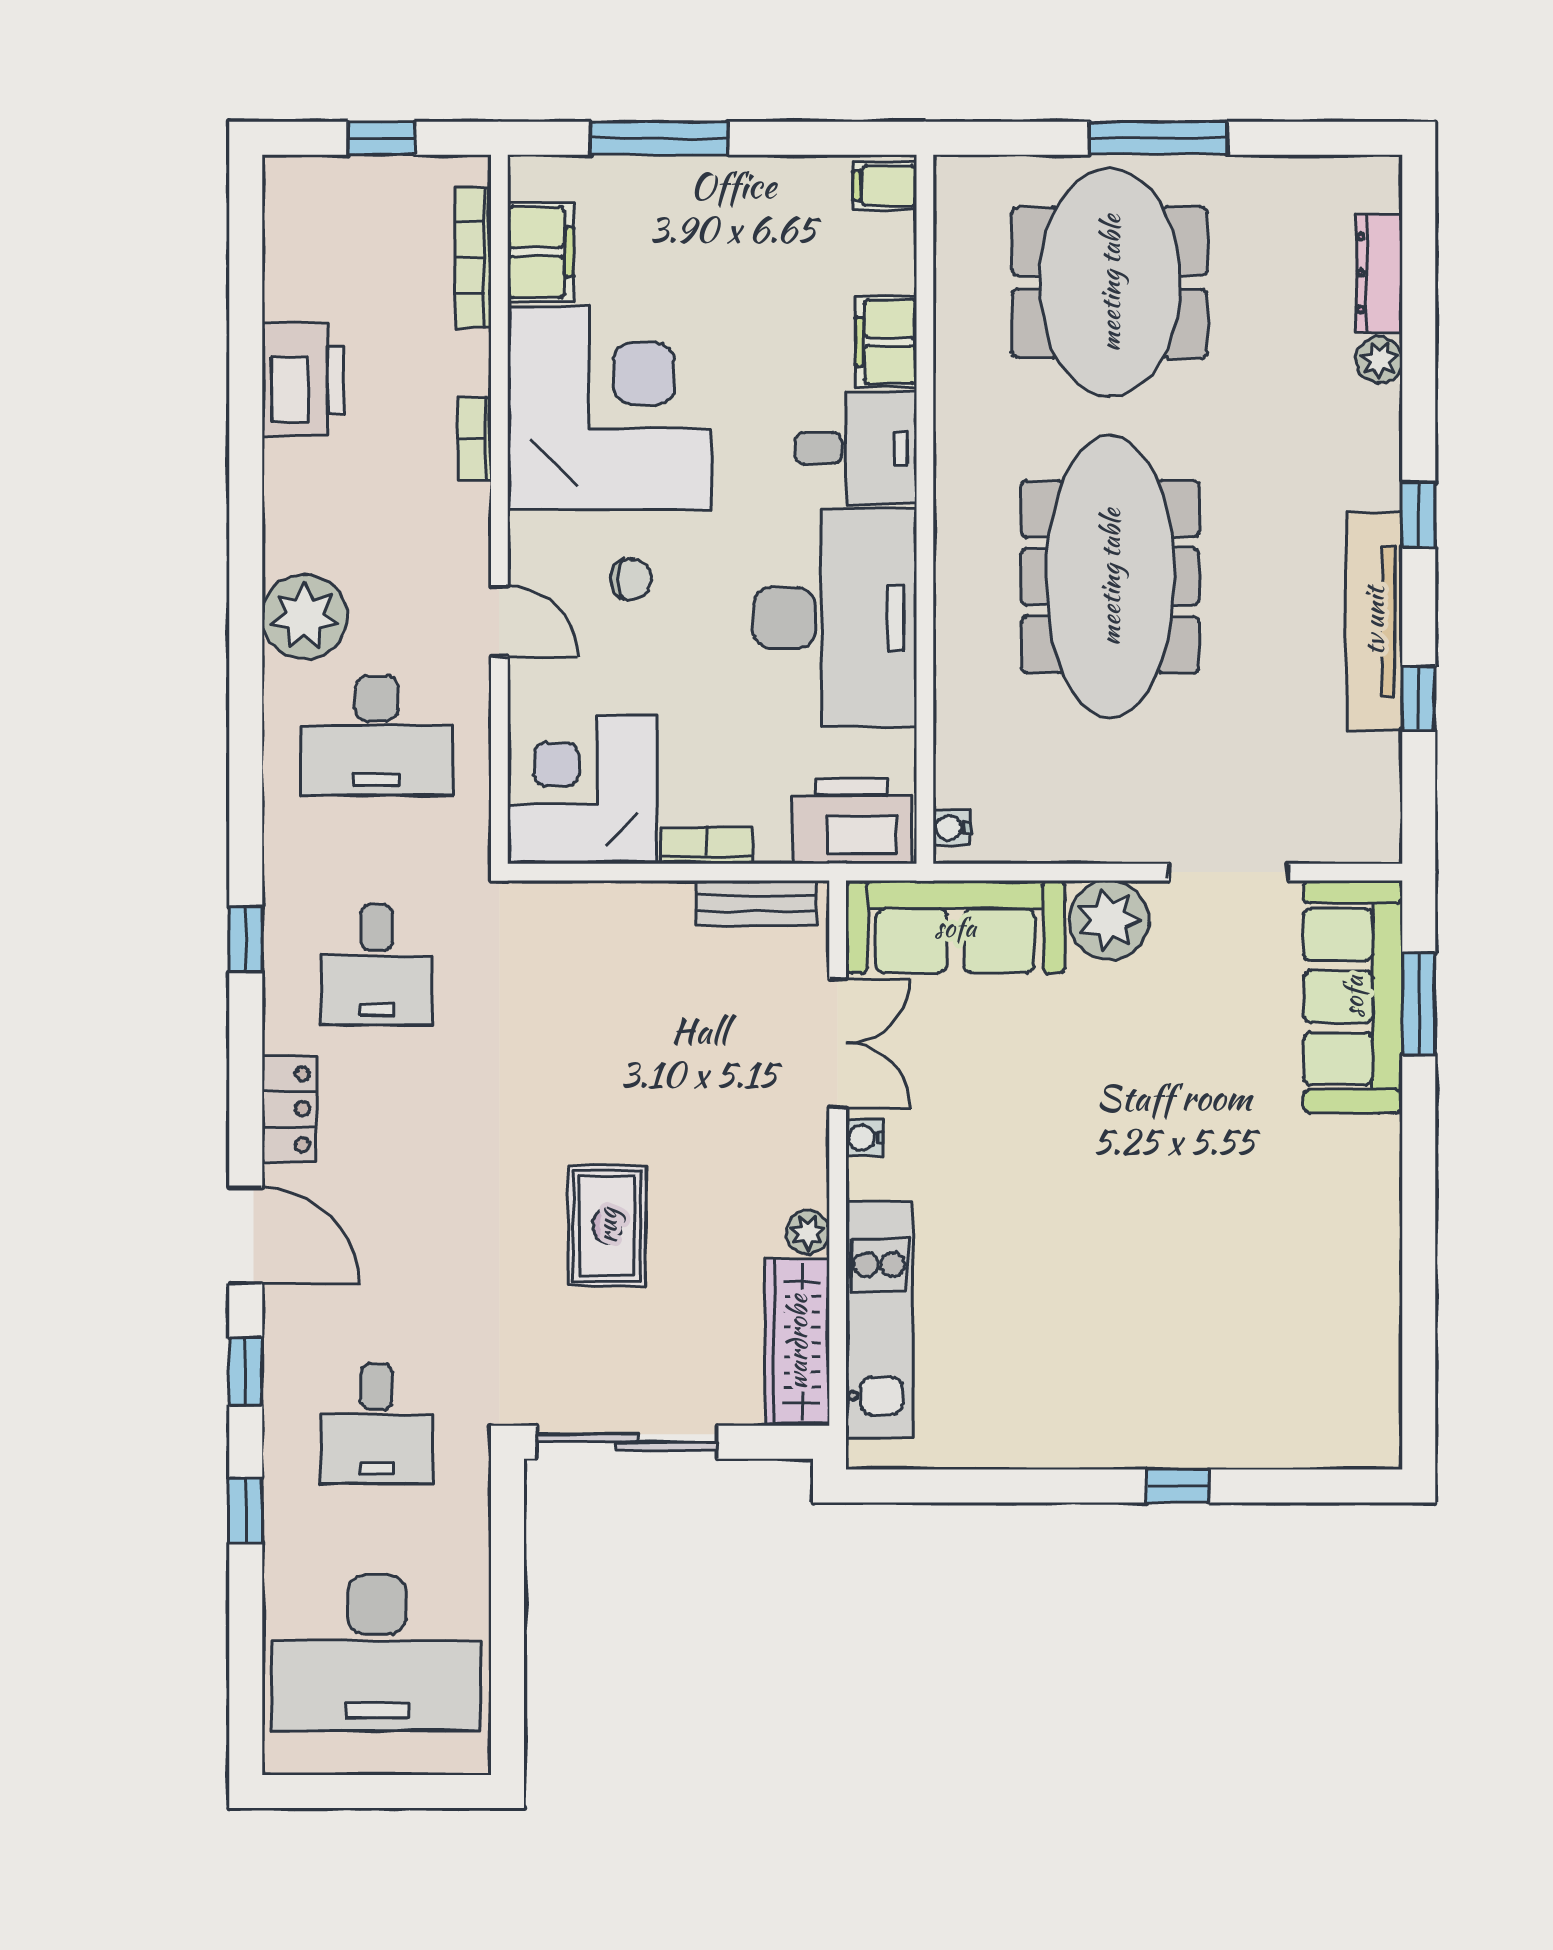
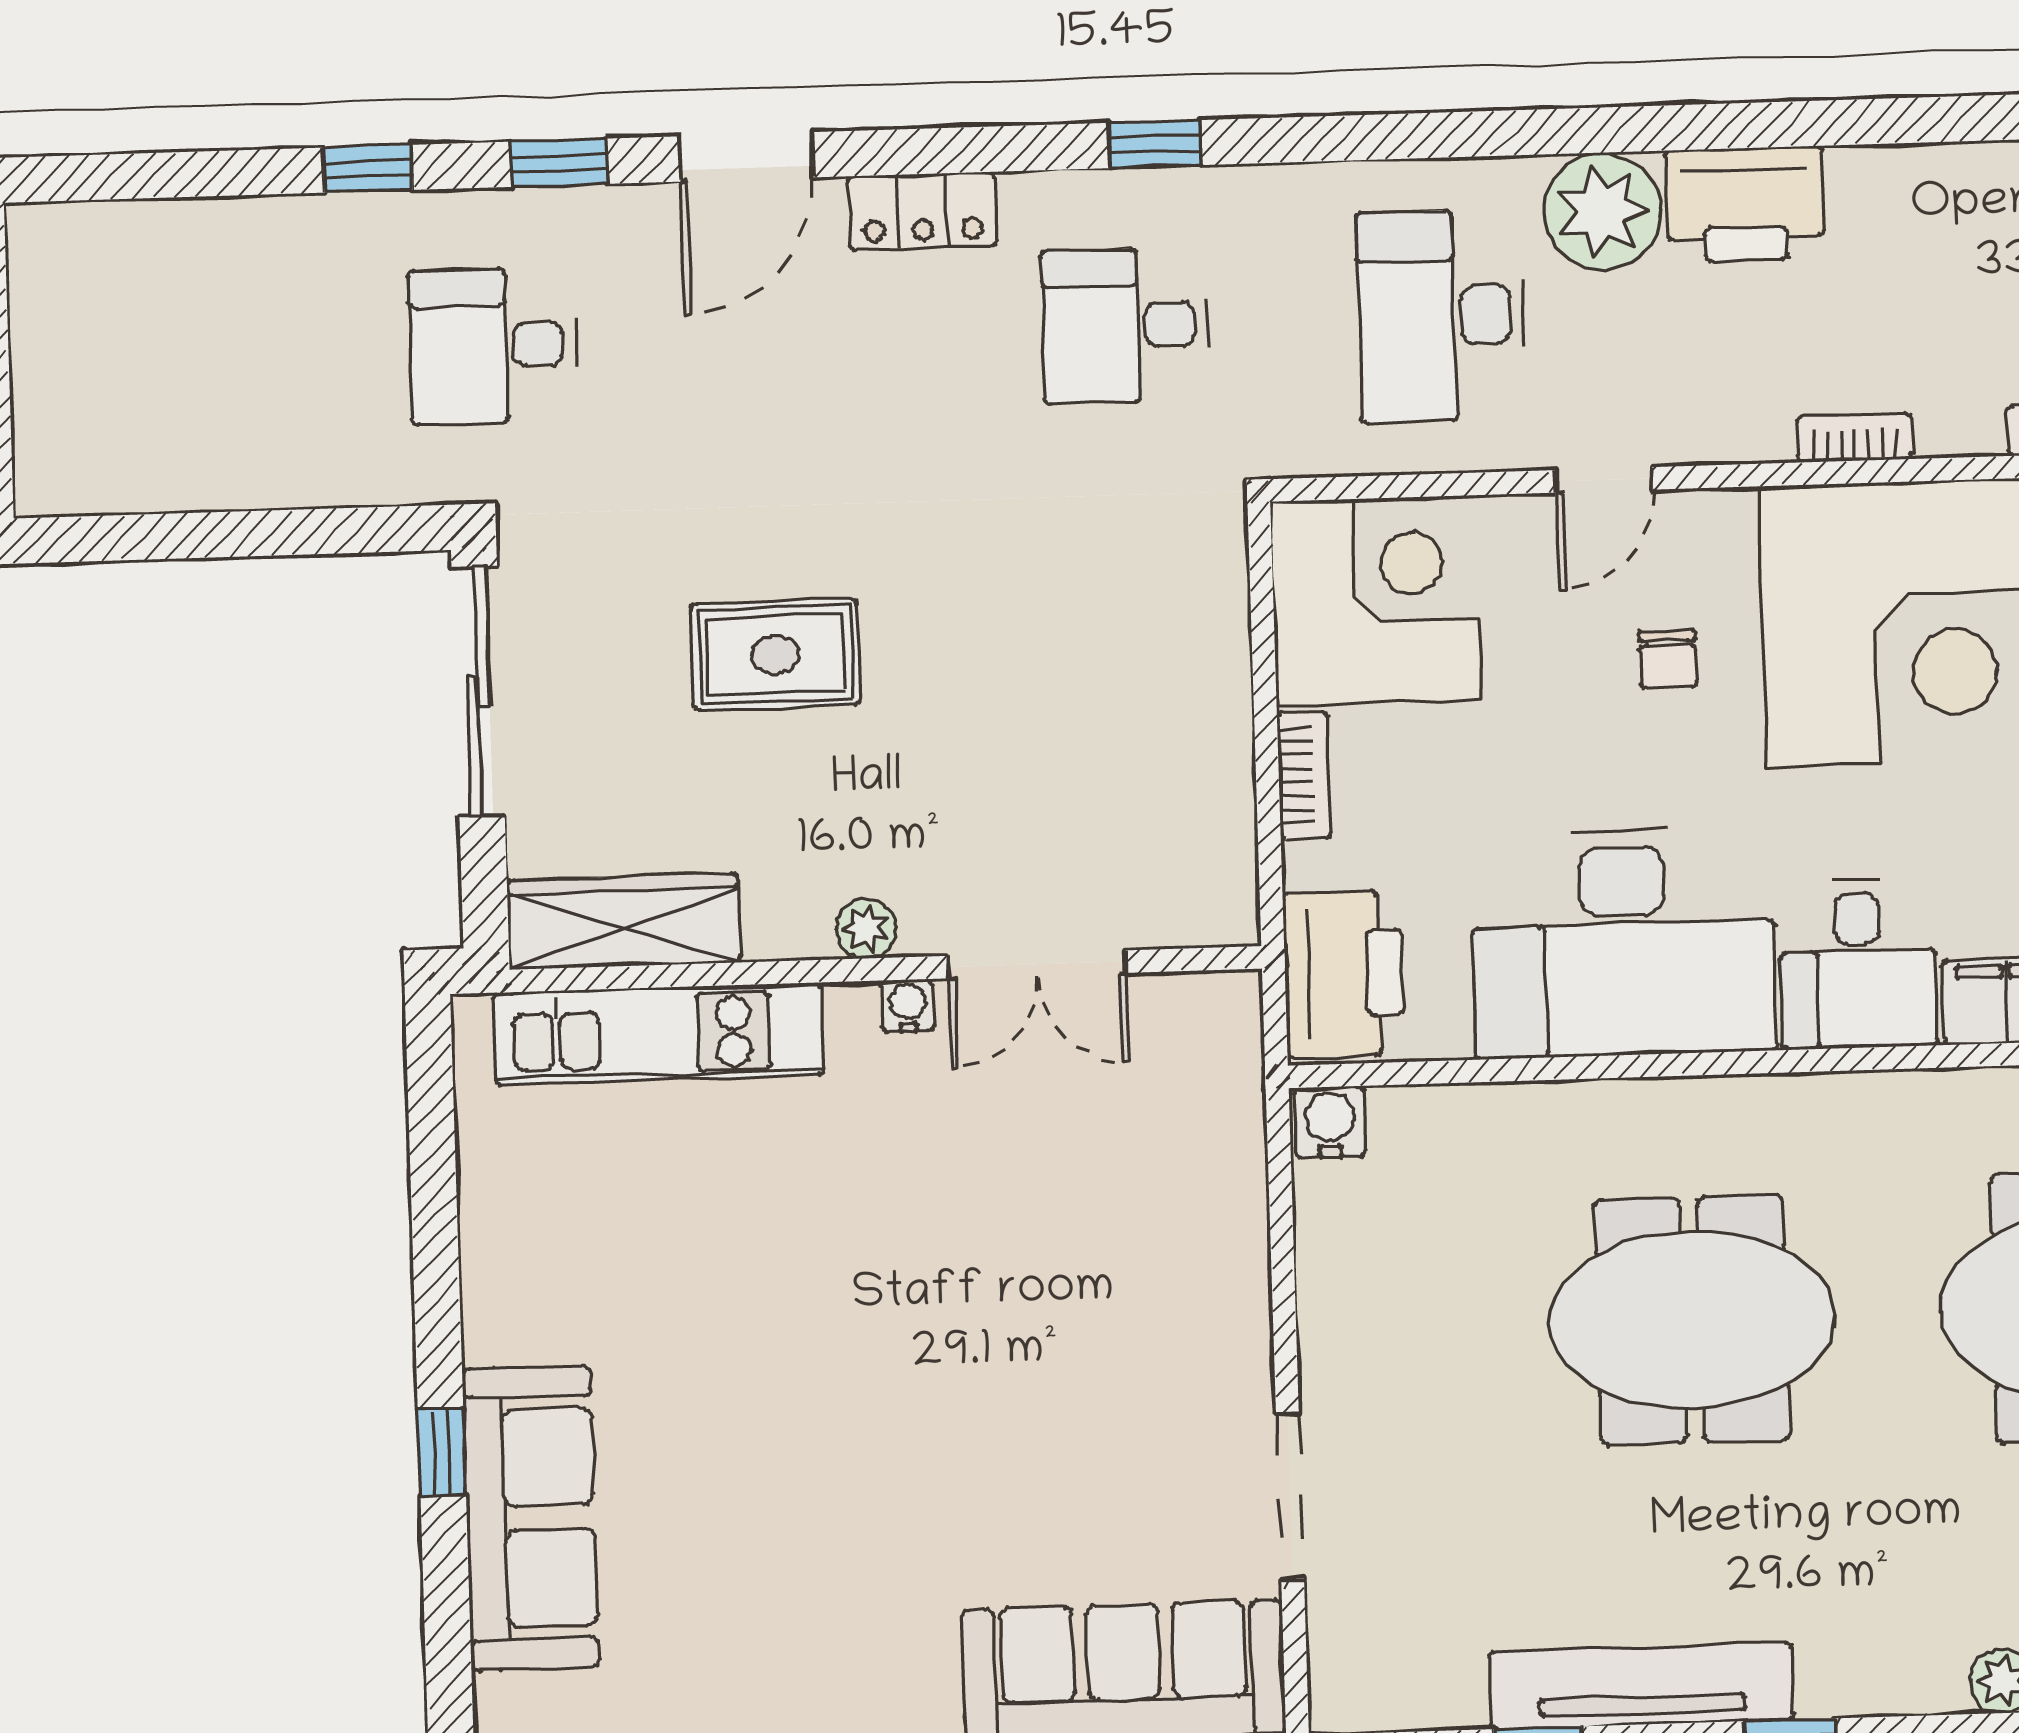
printer: (303, 380) -> (1745, 204), moved
meeting table: (1110, 577) -> (1692, 1320), width x0.73
water cooler: (952, 828) -> (1330, 1122), width x1.38, depth x1.38
bench: (756, 903) -> (1227, 846), removed
plant: (1109, 920) -> (1219, 1333), removed
sofa: (955, 927) -> (531, 1518), moved, turned 180
plant: (808, 1232) -> (866, 928), moved
desk: (377, 1653) -> (177, 355), removed

